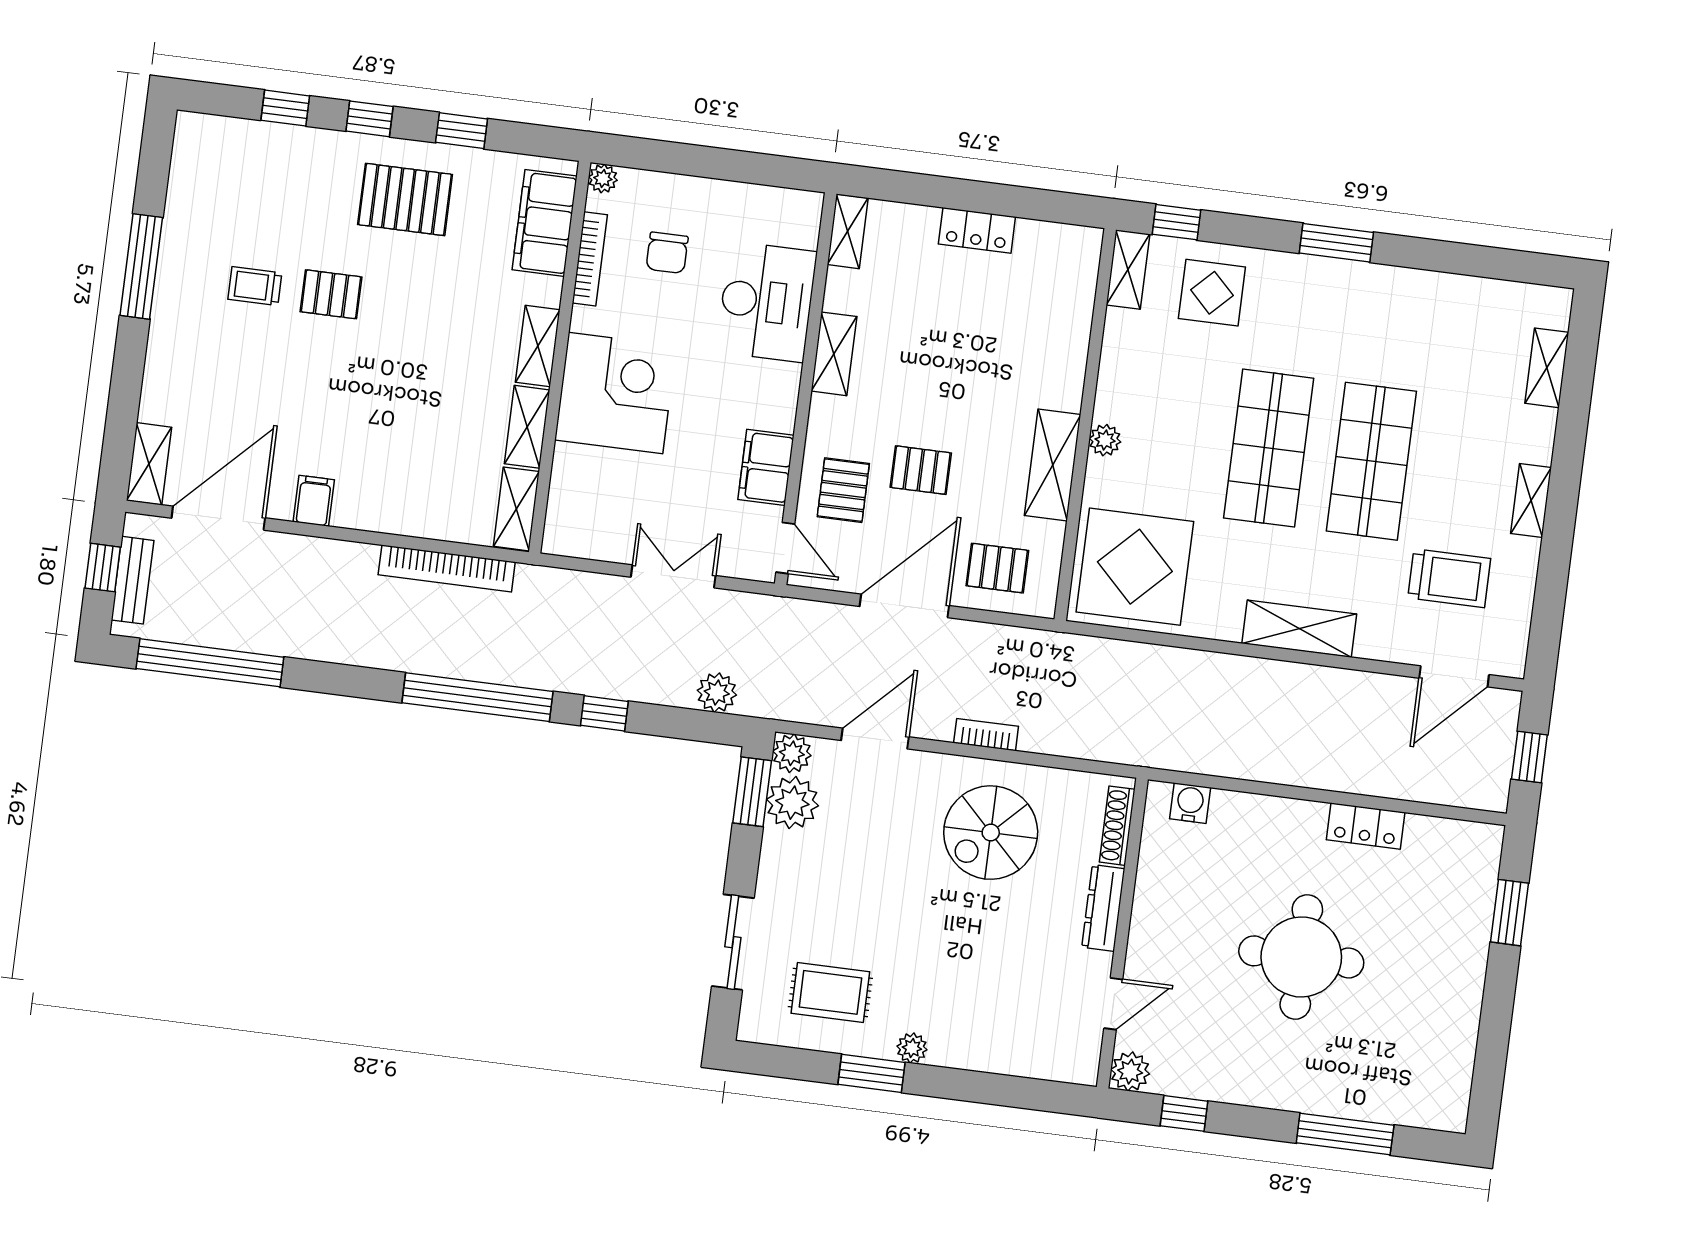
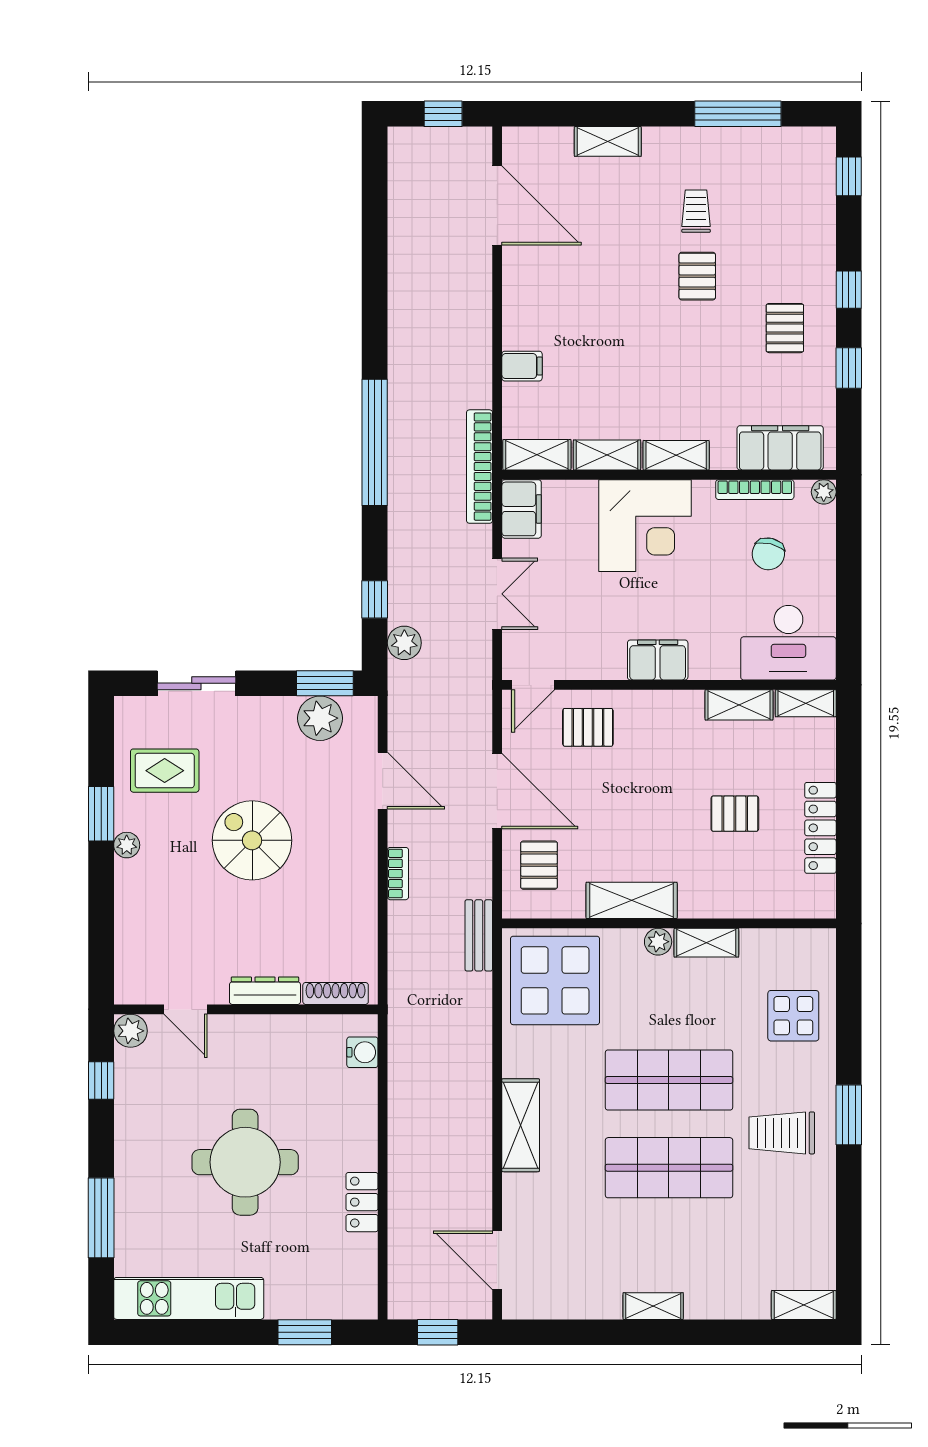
window: (285, 108) -> (849, 176), moved
pallet: (405, 199) -> (785, 328), width x0.67, depth x0.71
window: (1176, 222) -> (849, 978), removed
locker: (977, 230) -> (820, 828), width x1.53
chair: (667, 253) -> (768, 554), turned -76
window: (141, 266) -> (738, 114), moved
shelving: (1128, 269) -> (706, 943), moved
desk: (767, 302) -> (788, 643), moved
shelving: (834, 354) -> (739, 705), moved
shelving: (1547, 368) -> (804, 1305), moved
shelving: (149, 464) -> (608, 141), moved
filing cabinet: (766, 467) -> (658, 660), moved
pallet: (921, 470) -> (735, 814), moved, turned 90
filing cabinet: (314, 501) -> (522, 366), moved
filing cabinet: (577, 535) -> (522, 509), added
bookcase: (447, 568) -> (480, 467), moved
trolley: (1449, 578) -> (782, 1133), moved, turned 90
bench: (133, 580) -> (479, 935), moved, turned 90
window: (210, 663) -> (375, 214), removed
window: (604, 713) -> (375, 599), moved
plant: (792, 753) -> (361, 712), removed
spiral stairs: (991, 833) -> (252, 840), moved
rug: (830, 992) -> (165, 771), turned 90
kitchen unit: (1452, 1043) -> (189, 1298), added

